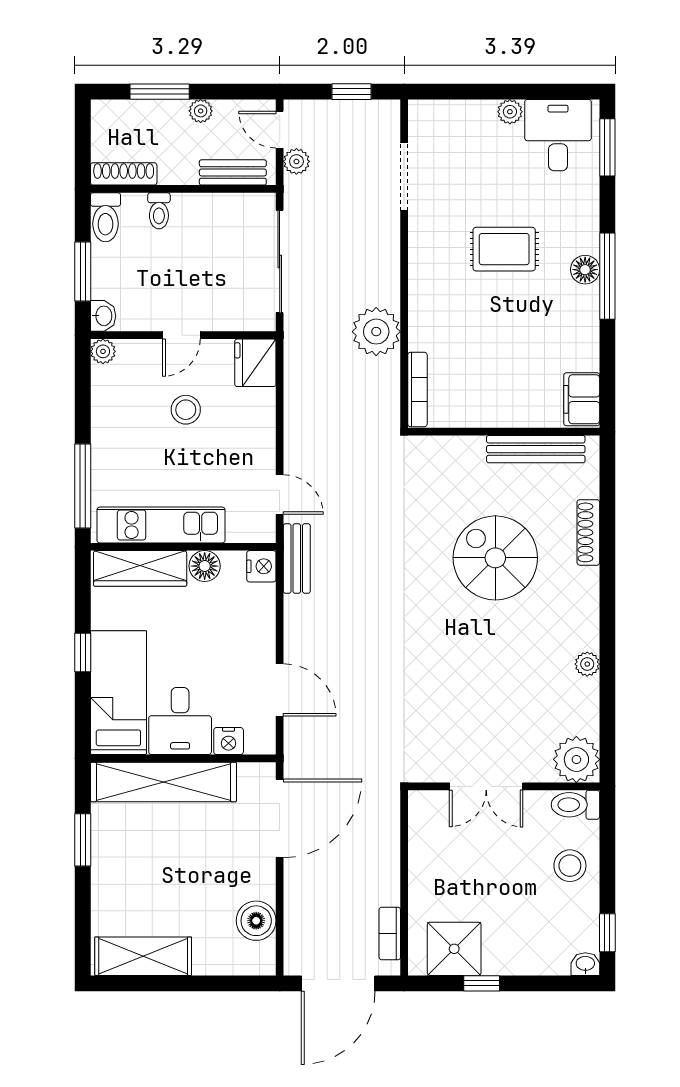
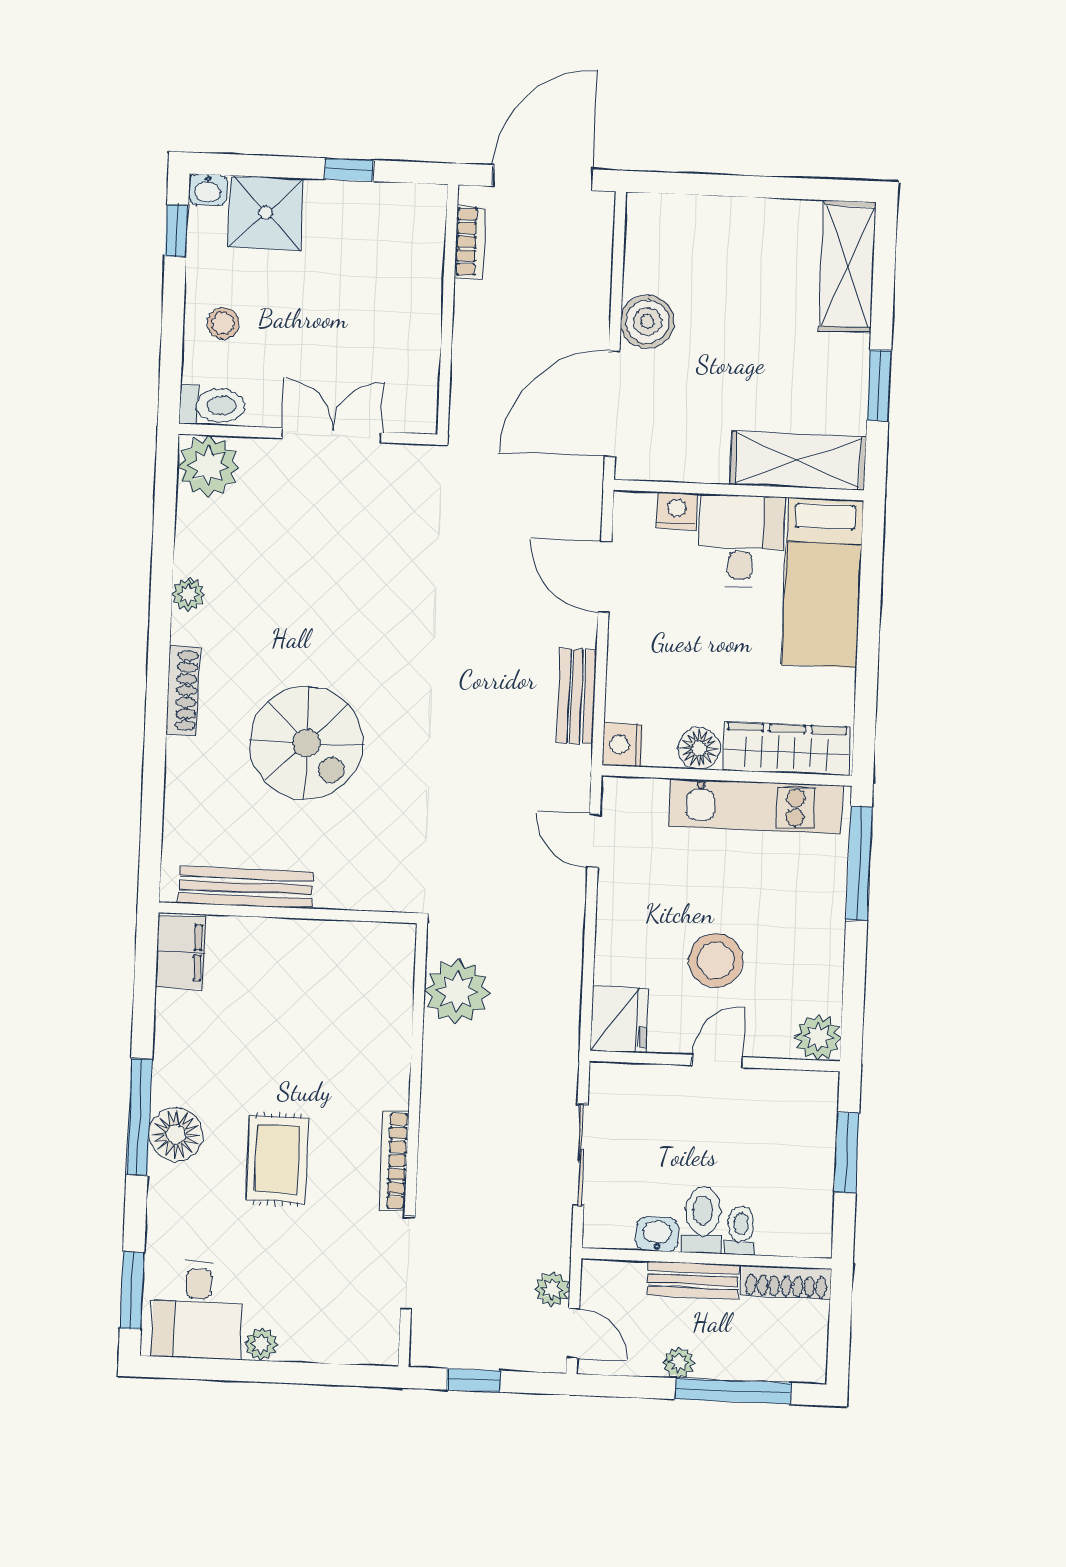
window: (160, 92) -> (733, 1391), width x1.44
bench: (233, 172) -> (693, 1280), moved
toilet: (105, 217) -> (702, 1220), moved
rug: (504, 249) -> (277, 1159), turned 90
sliding door: (280, 262) -> (581, 1155), width x0.73
floor lamp: (585, 270) -> (176, 1134), width x1.38, depth x1.38
washbasin: (103, 316) -> (657, 1234), moved, turned 90
plant: (376, 332) -> (457, 992), moved
plant: (103, 351) -> (818, 1037), width x1.38, depth x1.38
bookcase: (417, 389) -> (394, 1161), moved
stool: (186, 410) -> (716, 960), width x1.38, depth x1.38
shoe rack: (588, 532) -> (183, 690), moved
bench: (297, 558) -> (577, 696), moved
window: (83, 652) -> (868, 639), removed
shelving: (163, 782) -> (798, 461), width x0.68
stool: (570, 866) -> (223, 323), width x0.73, depth x0.73
boiler: (256, 921) -> (647, 322), moved
shower: (454, 949) -> (266, 213), moved
shelving: (143, 956) -> (847, 266), moved, turned 90

